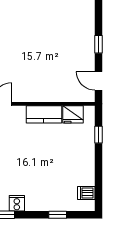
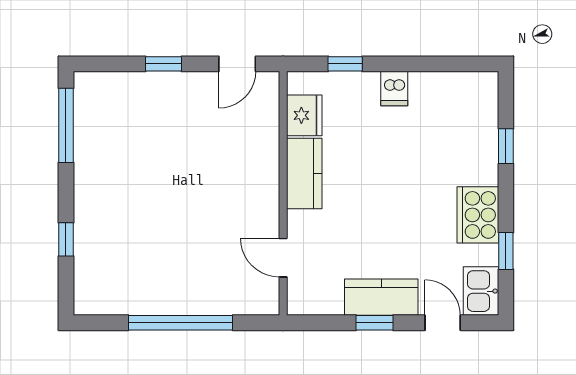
dishwasher: (86, 193) -> (394, 89), moved
cooker: (17, 203) -> (478, 215), width x1.87, depth x1.31

